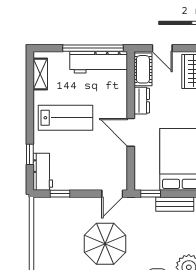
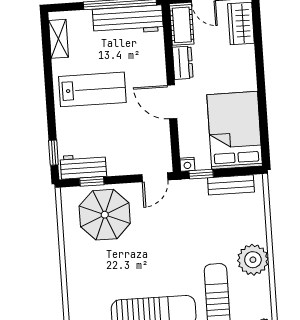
window: (30, 154) -> (53, 153), moved
workbench: (43, 172) -> (83, 166), moved, turned -90
nightstand: (140, 185) -> (187, 164), added
parasol: (105, 244) -> (105, 215), moved

